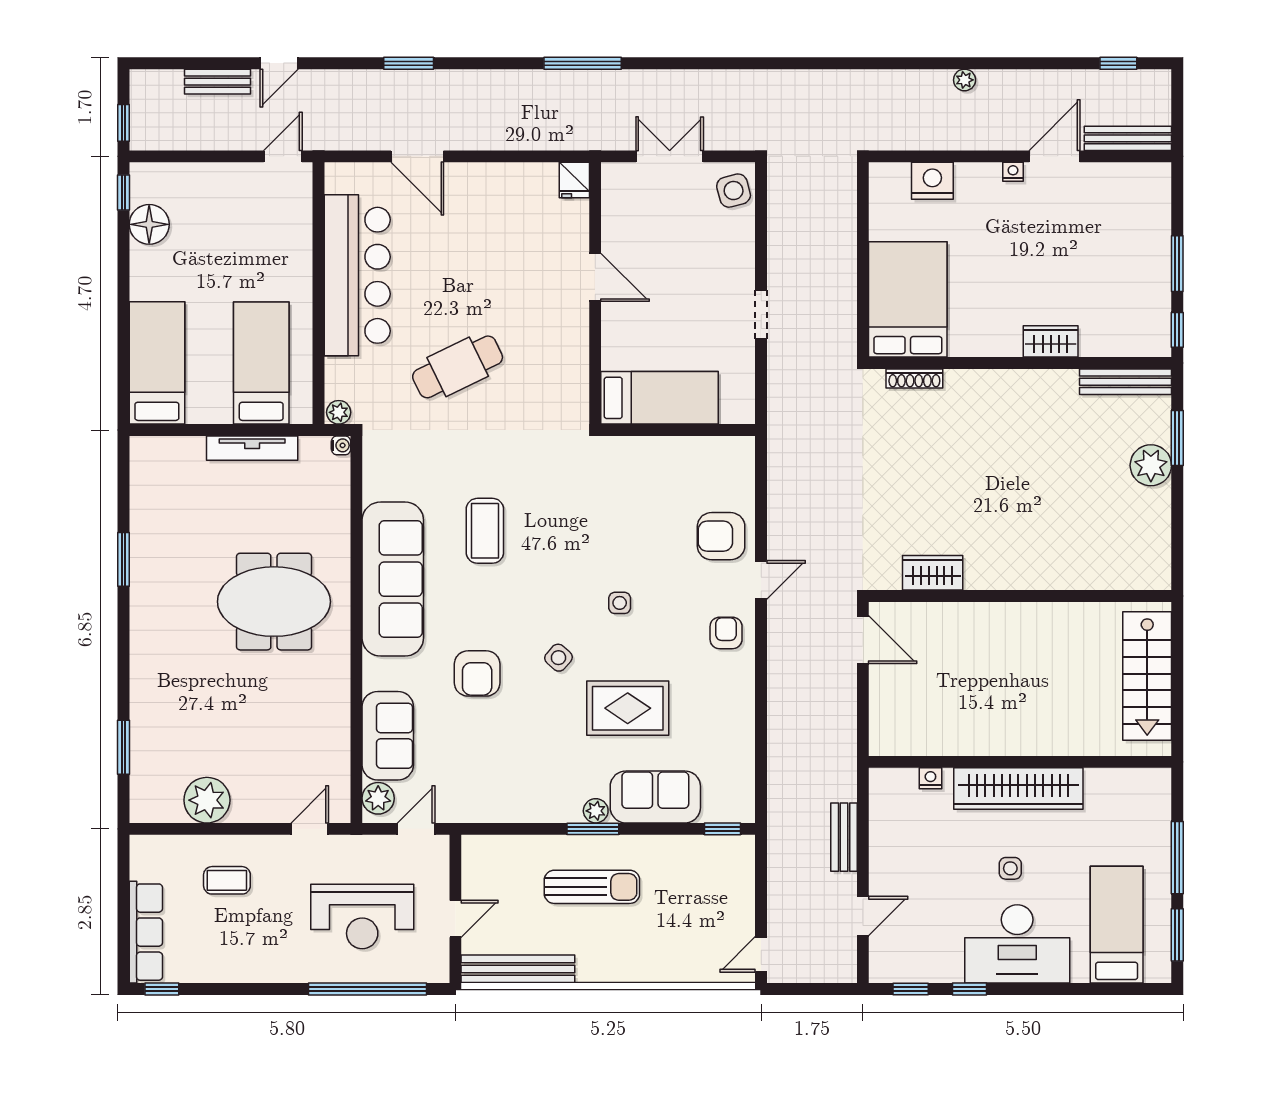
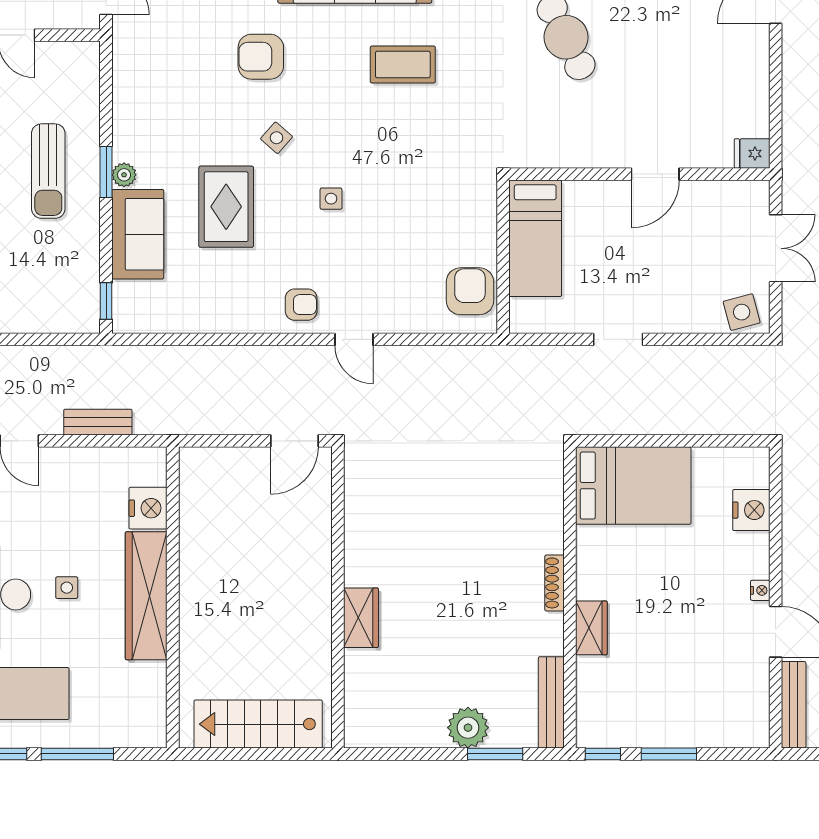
shoe rack: (914, 378) -> (554, 583), moved
armchair: (721, 536) -> (470, 291), moved
wardrobe: (933, 573) -> (361, 618), moved
nightstand: (930, 778) -> (148, 508), width x1.89, depth x1.79

